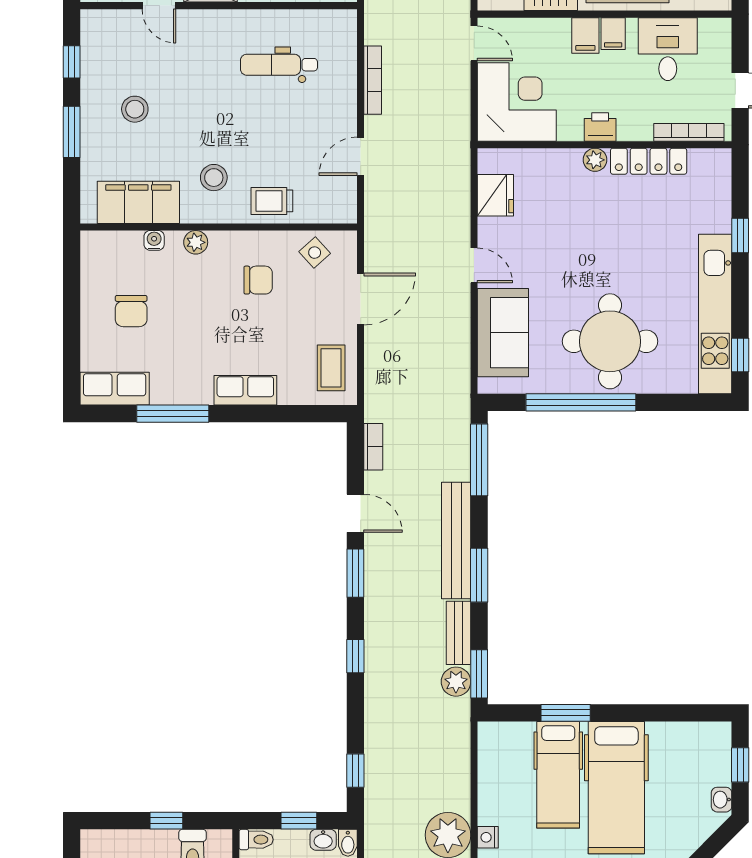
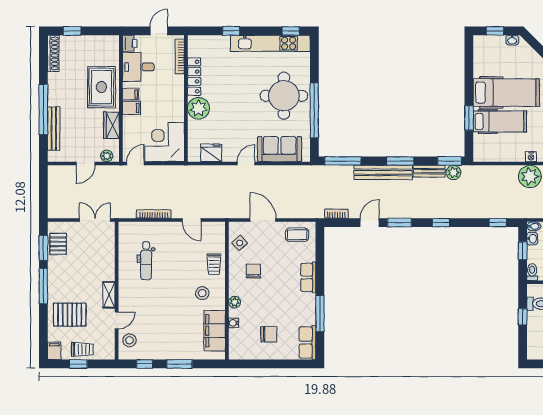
stool: (135, 109) -> (129, 340), moved
printer: (600, 127) -> (130, 43), moved, turned 180
plant: (595, 160) -> (199, 108), width x1.88, depth x1.88

